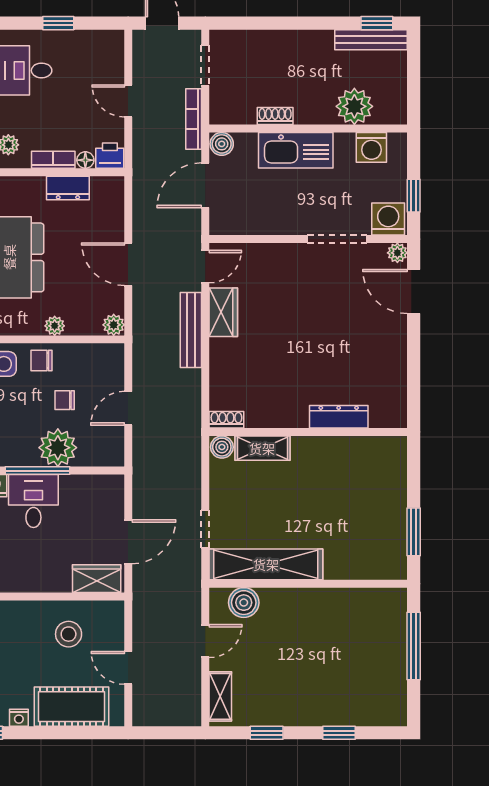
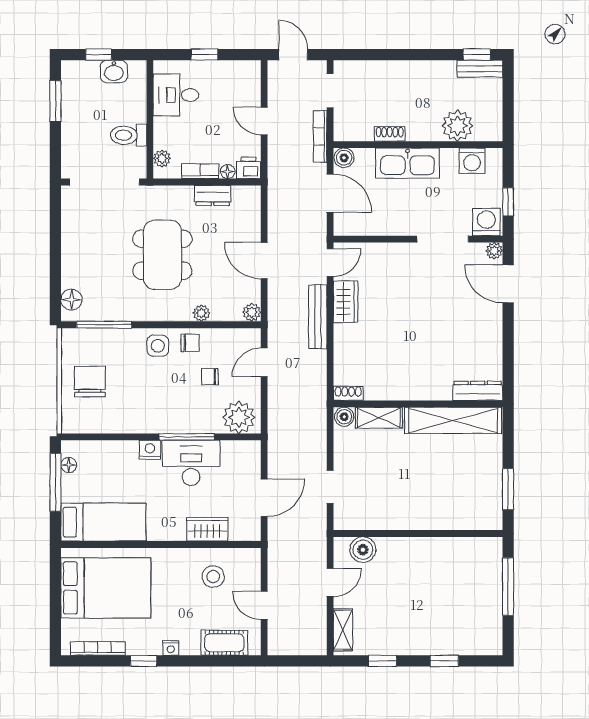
bench: (371, 40) -> (480, 69), width x0.73
door: (205, 185) -> (330, 193), swing flipped
chair: (41, 360) -> (190, 343), turned 180
door: (128, 408) -> (264, 362), moved
dresser: (339, 417) -> (478, 391), moved
plant: (58, 448) -> (239, 417), moved
desk: (33, 501) -> (191, 463), width x1.37
shelving: (266, 564) -> (453, 420), moved
wardrobe: (97, 579) -> (207, 529), moved
cot: (72, 707) -> (224, 643), width x0.73, depth x0.75

